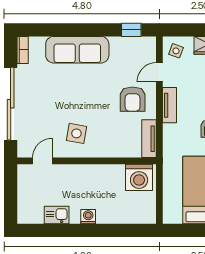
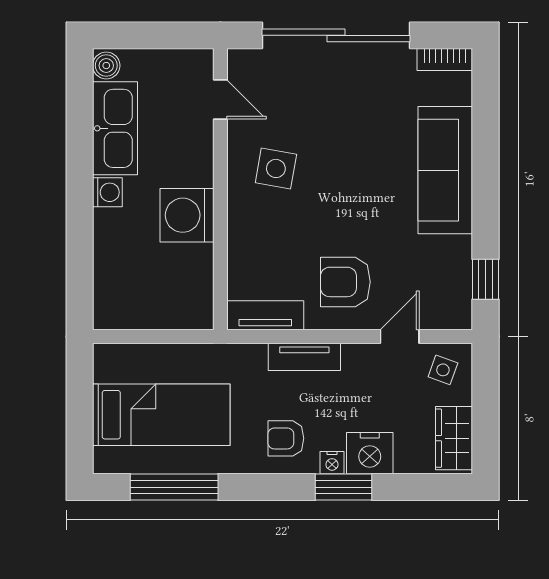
door: (159, 72) -> (400, 336), hinge flipped
tv unit: (170, 105) -> (304, 357), moved
washing machine: (139, 177) -> (187, 215), moved
kitchen sink: (57, 215) -> (115, 128), width x1.87, depth x1.24
boiler: (26, 217) -> (106, 66), added

